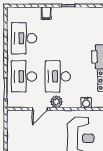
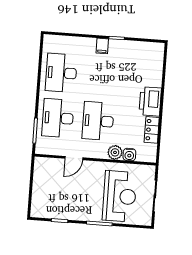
filing cabinet: (46, 13) -> (102, 46), moved
plant: (56, 102) -> (115, 152), moved

